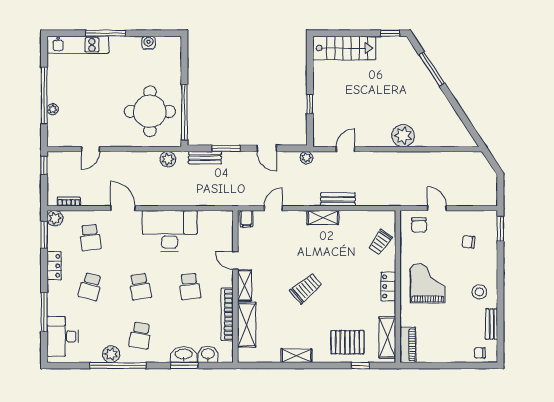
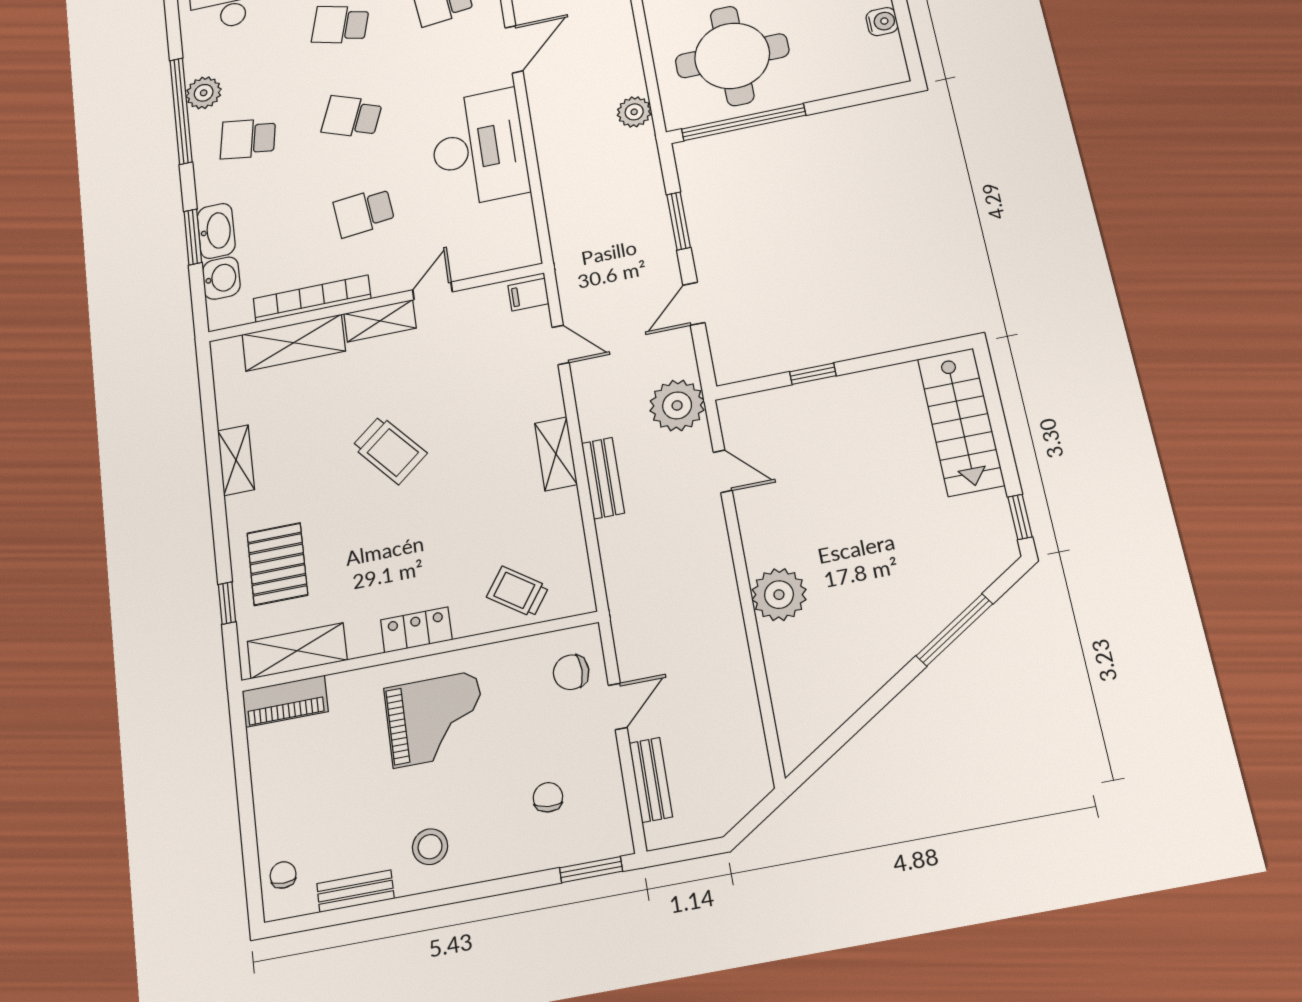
bench: (205, 158) -> (651, 780), moved
plant: (306, 158) -> (677, 405), width x1.87, depth x1.87
school desk: (140, 287) -> (352, 117), turned 30

